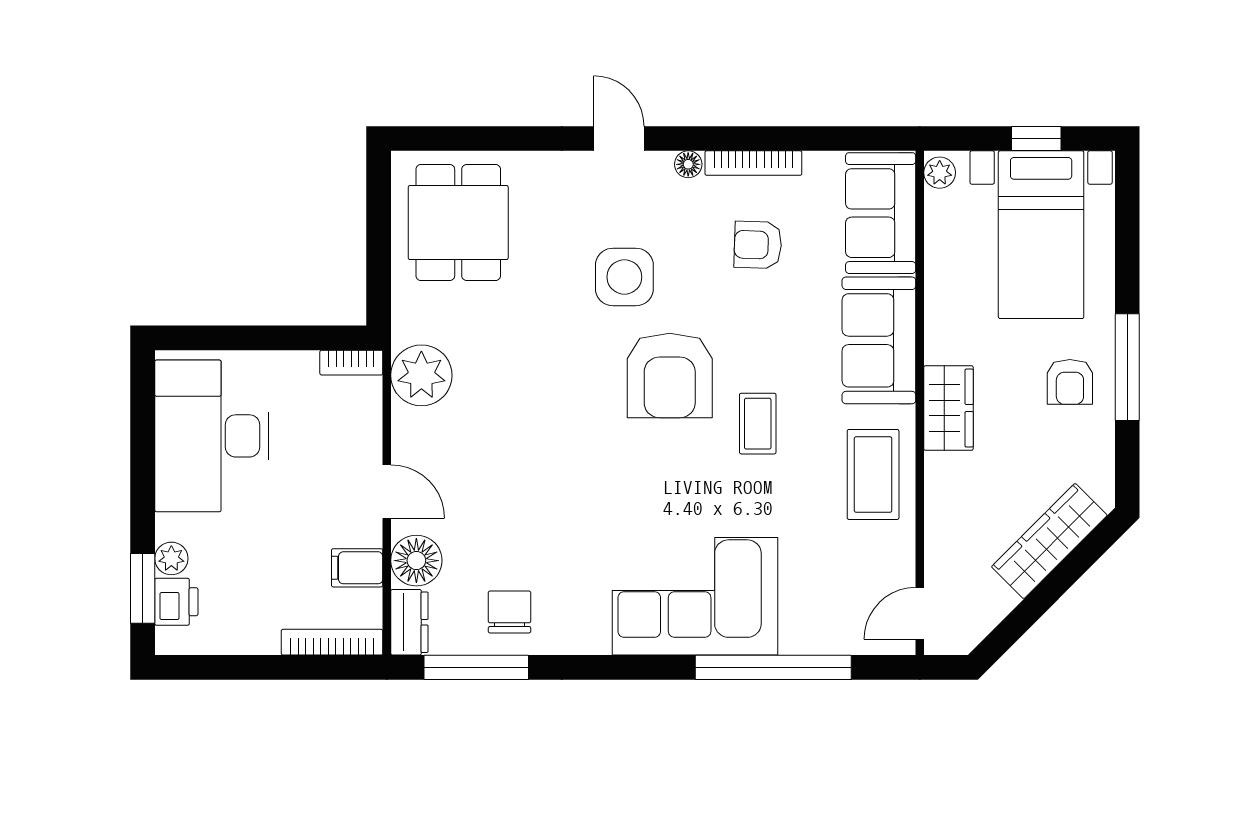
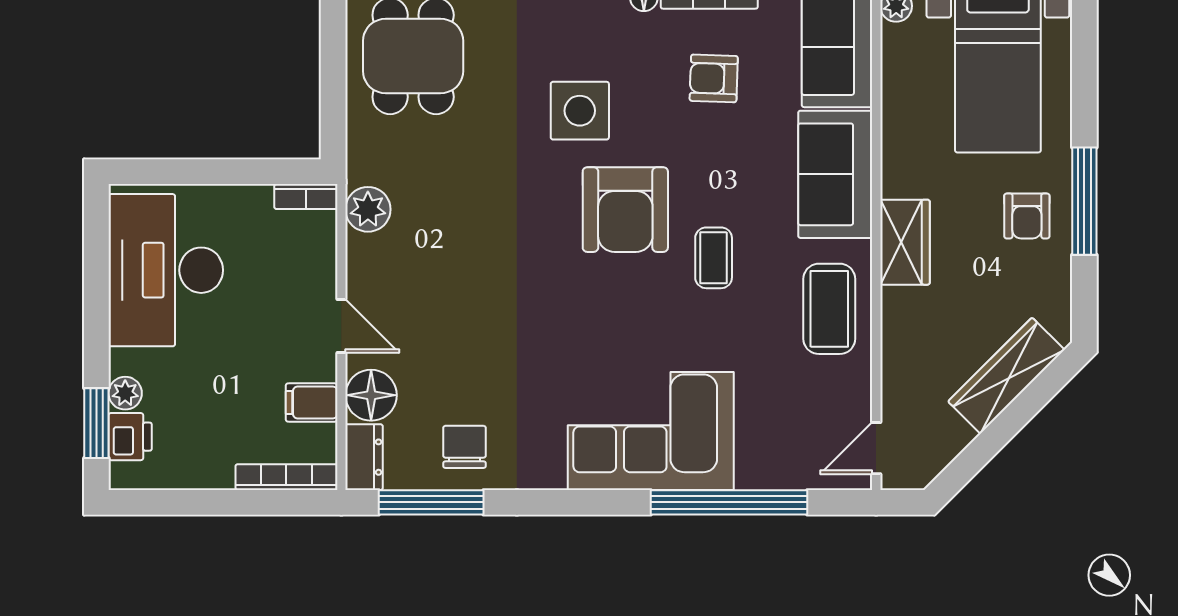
plant: (421, 375) -> (368, 209), width x0.73, depth x0.73

